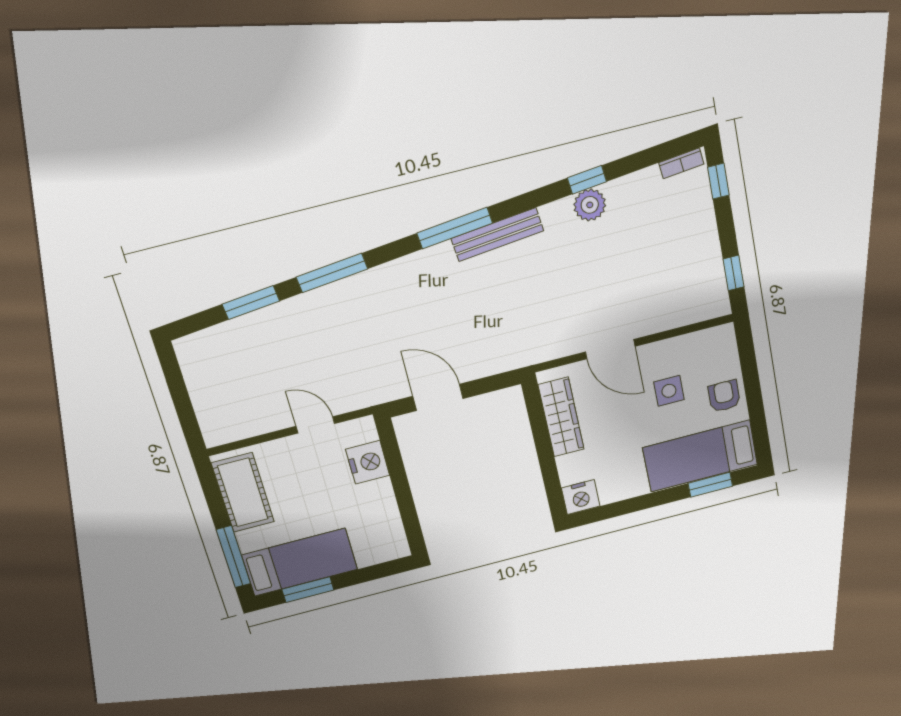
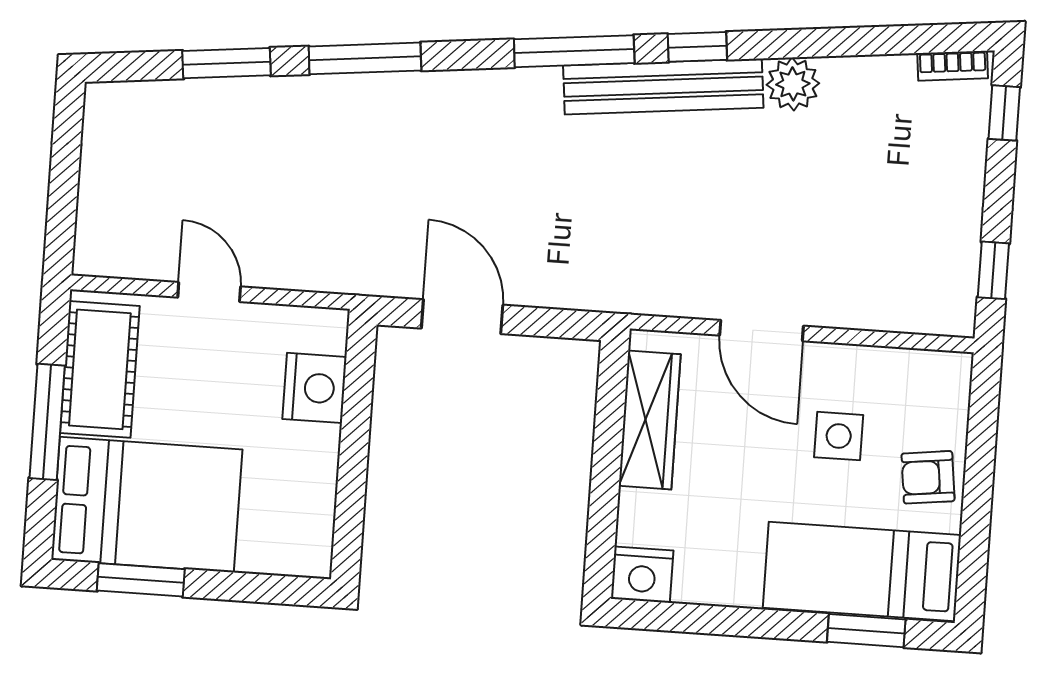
window: (587, 180) -> (697, 47), moved
bench: (497, 235) -> (663, 87), width x1.37, depth x1.21
armchair: (724, 396) -> (928, 477), turned -97
door: (315, 425) -> (209, 292), moved
window: (233, 557) -> (47, 422), moved
bed: (300, 562) -> (147, 505), width x1.50

